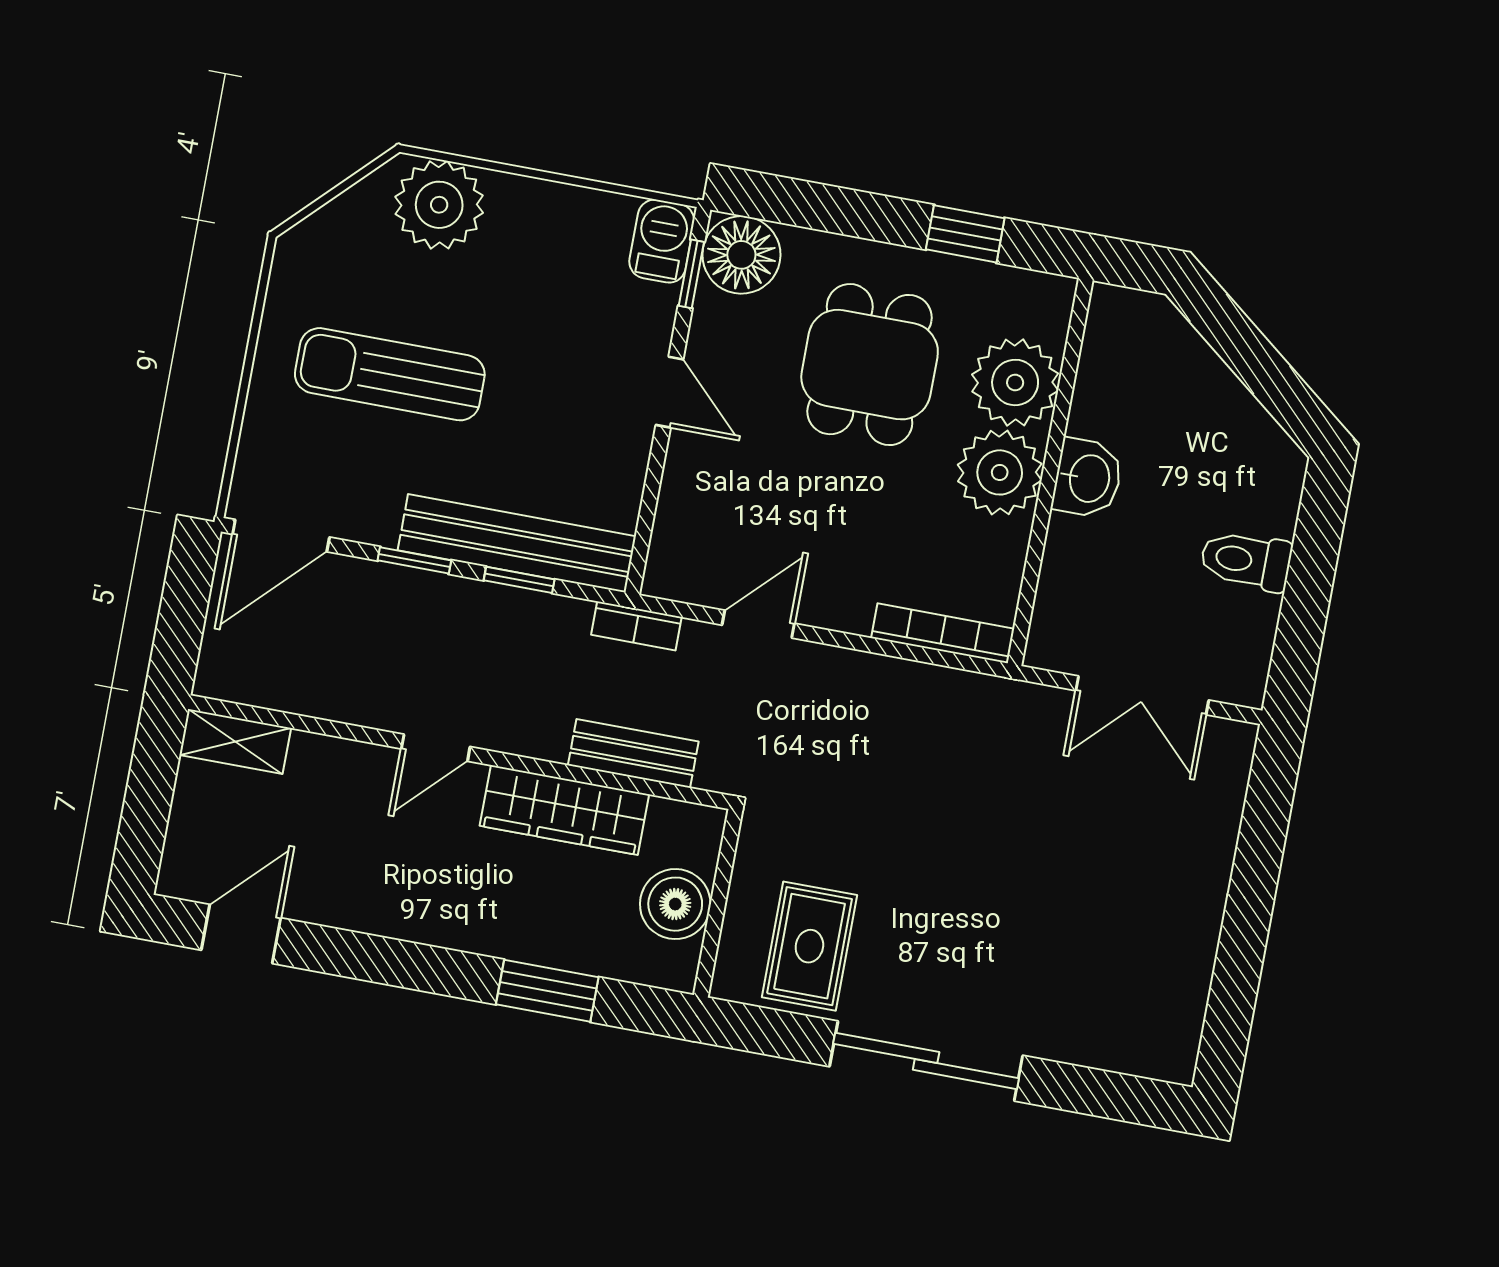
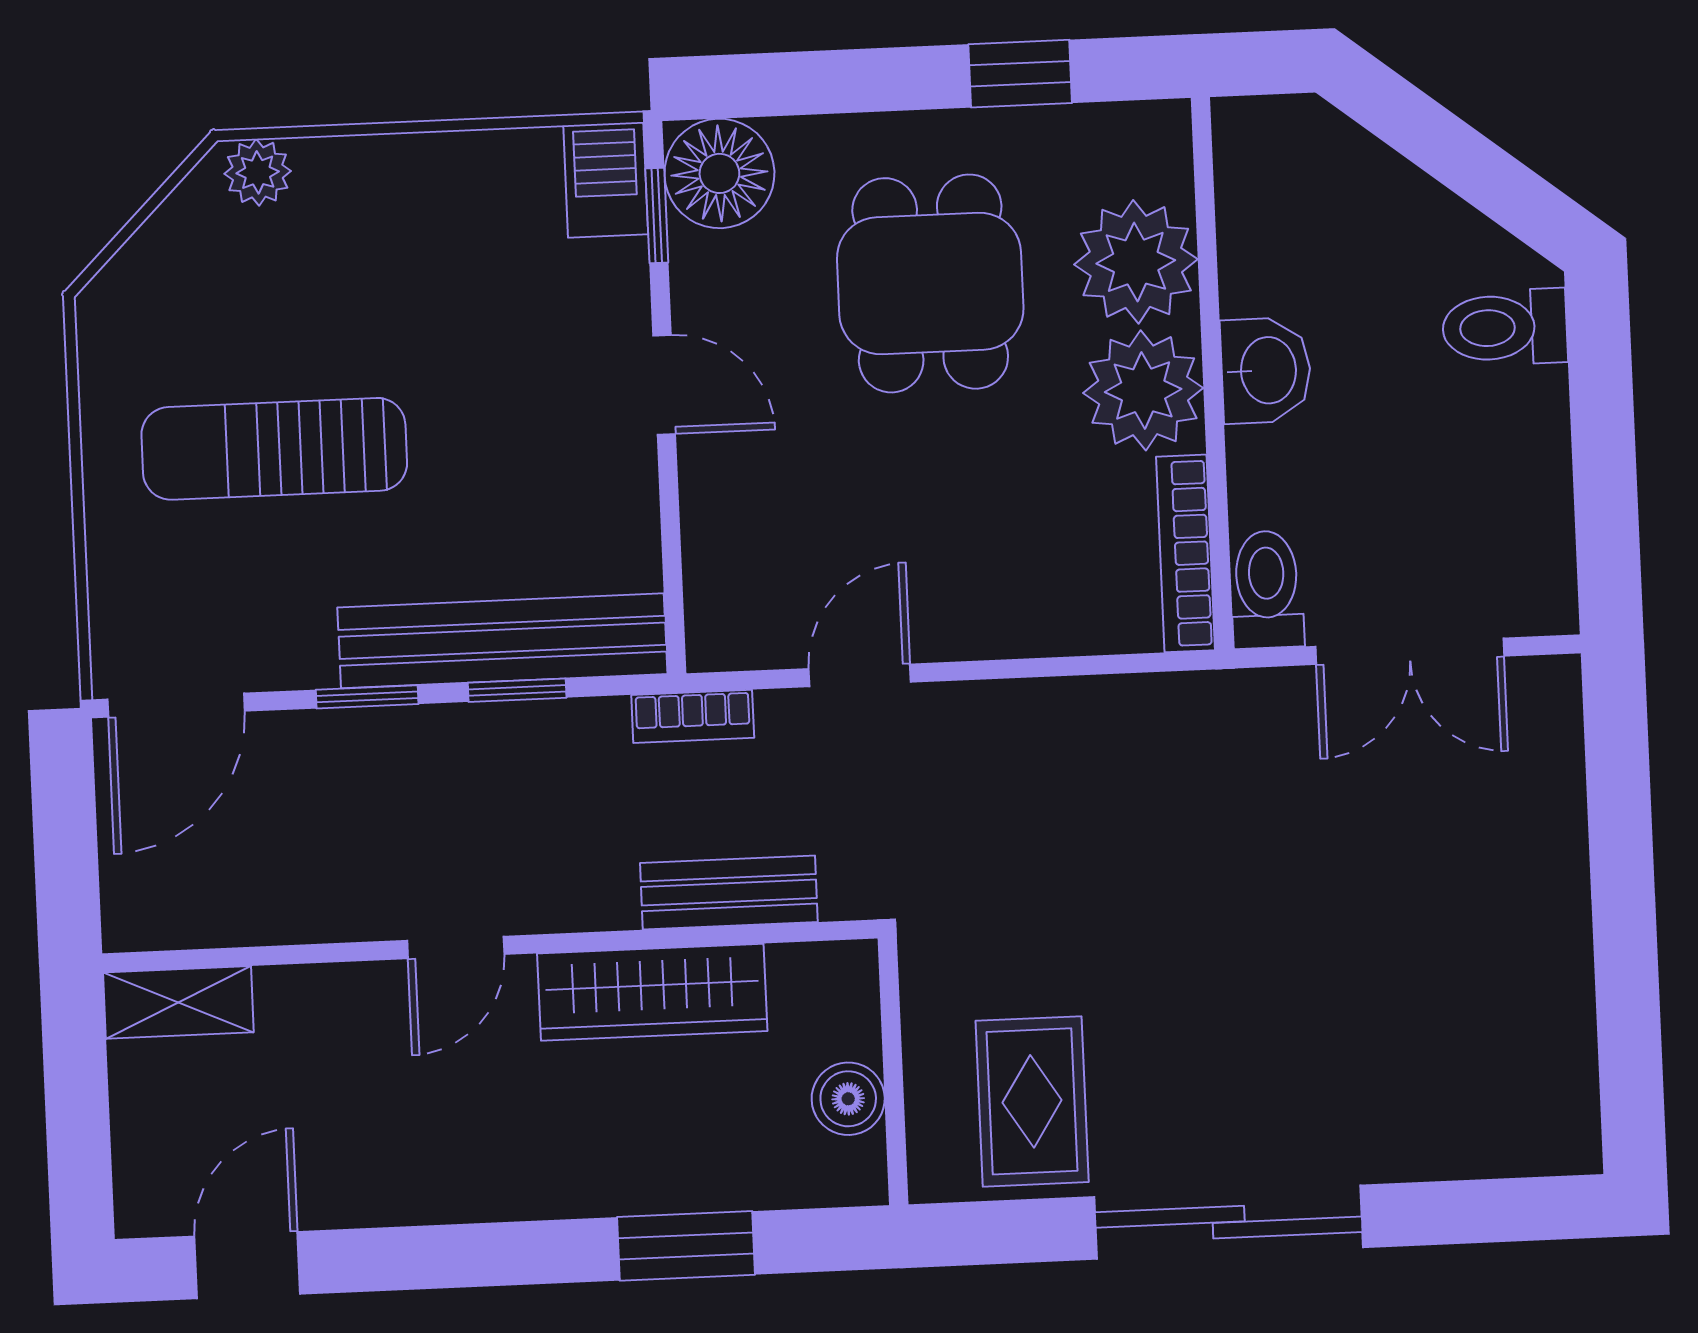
plant: (439, 205) -> (258, 172), width x0.53, depth x0.53
toilet: (1246, 561) -> (1505, 327), moved
toilet: (1053, 630) -> (1267, 589), added
bookcase: (943, 633) -> (1186, 553), moved, turned -90
boiler: (675, 904) -> (848, 1099), width x0.73, depth x0.73

